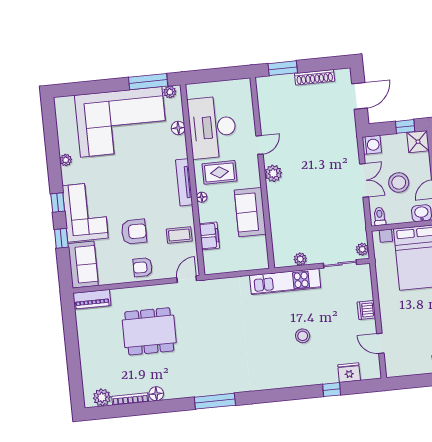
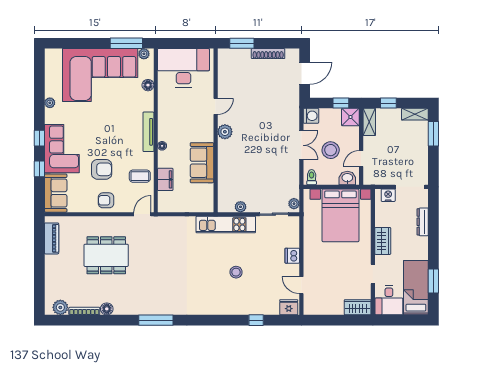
desk: (212, 127) -> (183, 68), moved, turned 90
rug: (220, 172) -> (179, 126), removed
piano: (92, 299) -> (52, 238), moved, turned -90
fridge: (349, 373) -> (289, 307), moved

